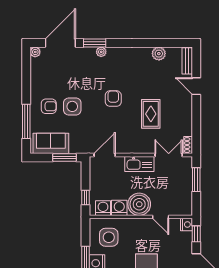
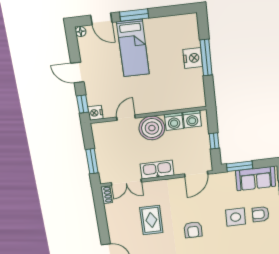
window: (85, 198) -> (214, 141), moved
door: (161, 217) -> (126, 118), hinge flipped
side table: (109, 237) -> (182, 89), removed

